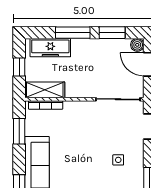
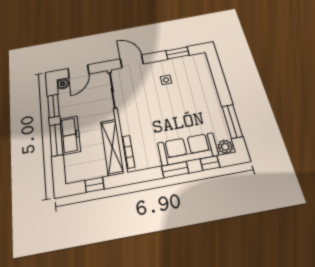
freezer: (50, 48) -> (70, 135), moved
shelving: (45, 90) -> (112, 147), width x1.47
window: (19, 131) -> (175, 170), moved

